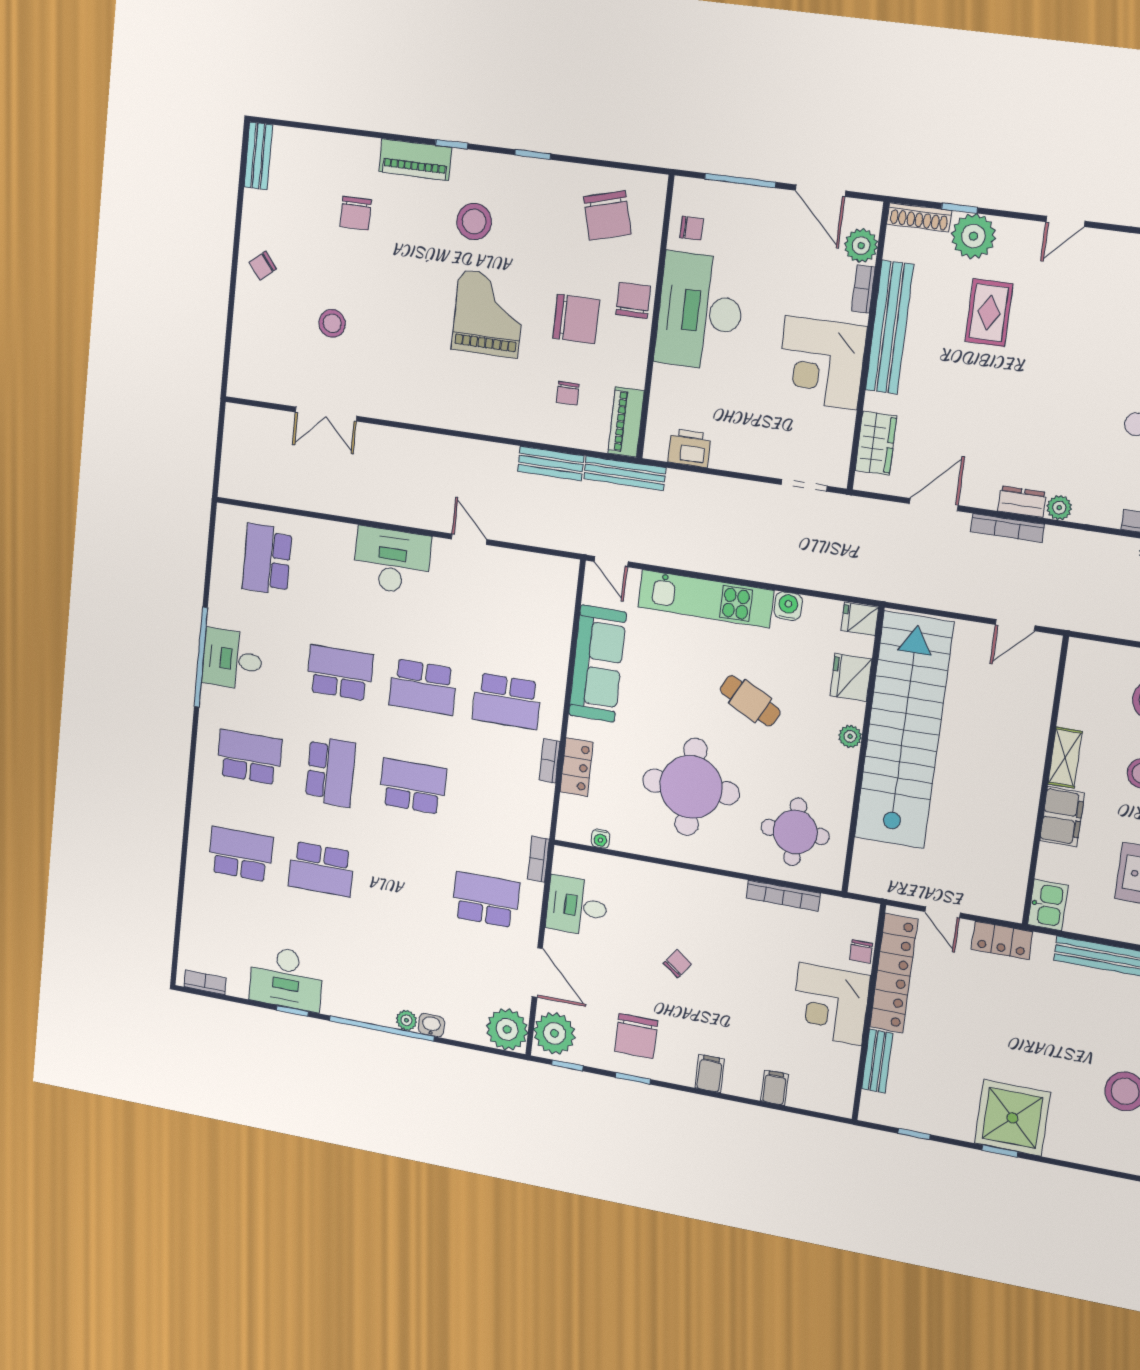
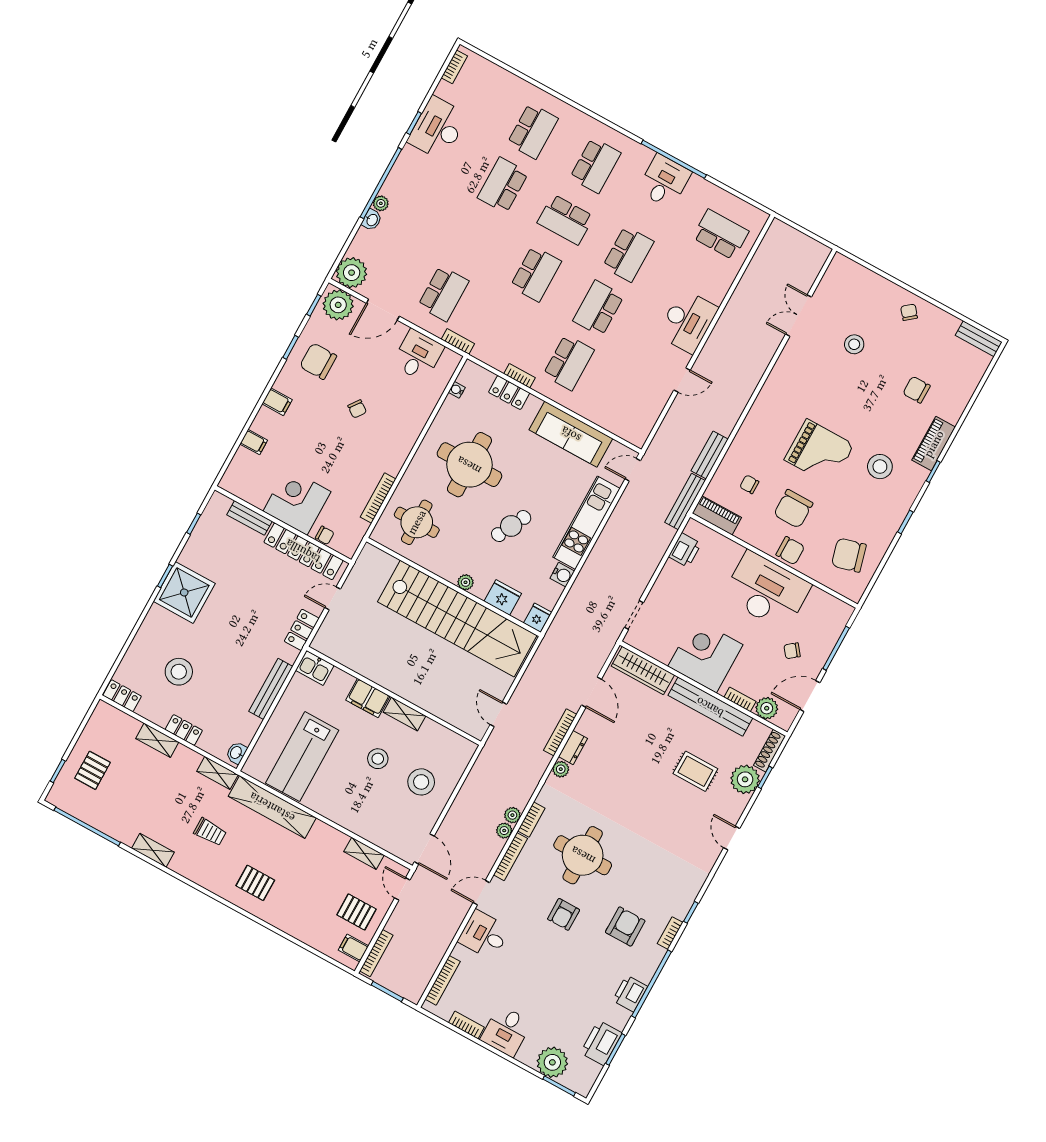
chair: (692, 228) -> (792, 651), moved, turned 52
wardrobe: (876, 443) -> (643, 670), width x1.50
school desk: (507, 701) -> (569, 362), turned 180
chair: (861, 951) -> (325, 535), turned 180

